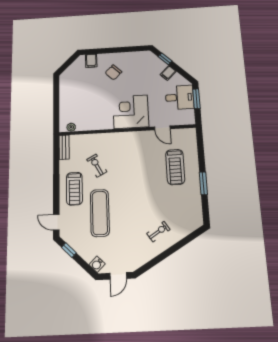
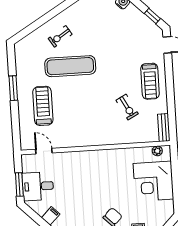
corner desk: (131, 112) -> (153, 181), moved, turned 90
door: (162, 128) -> (44, 151), moved
treadmill: (74, 189) -> (150, 81), turned 180
exercise mat: (100, 213) -> (70, 66), moved, turned 90

